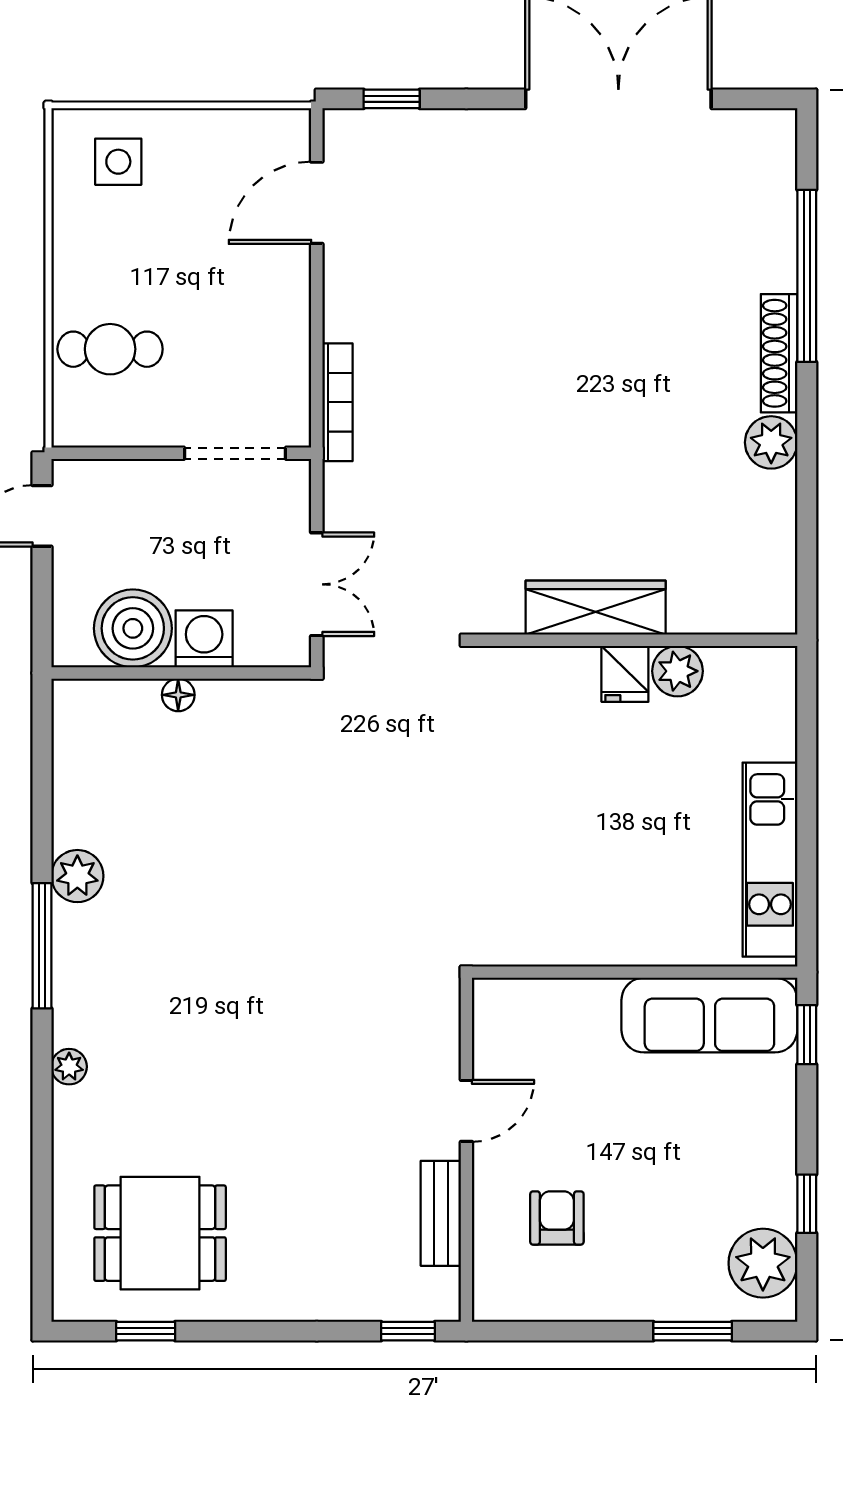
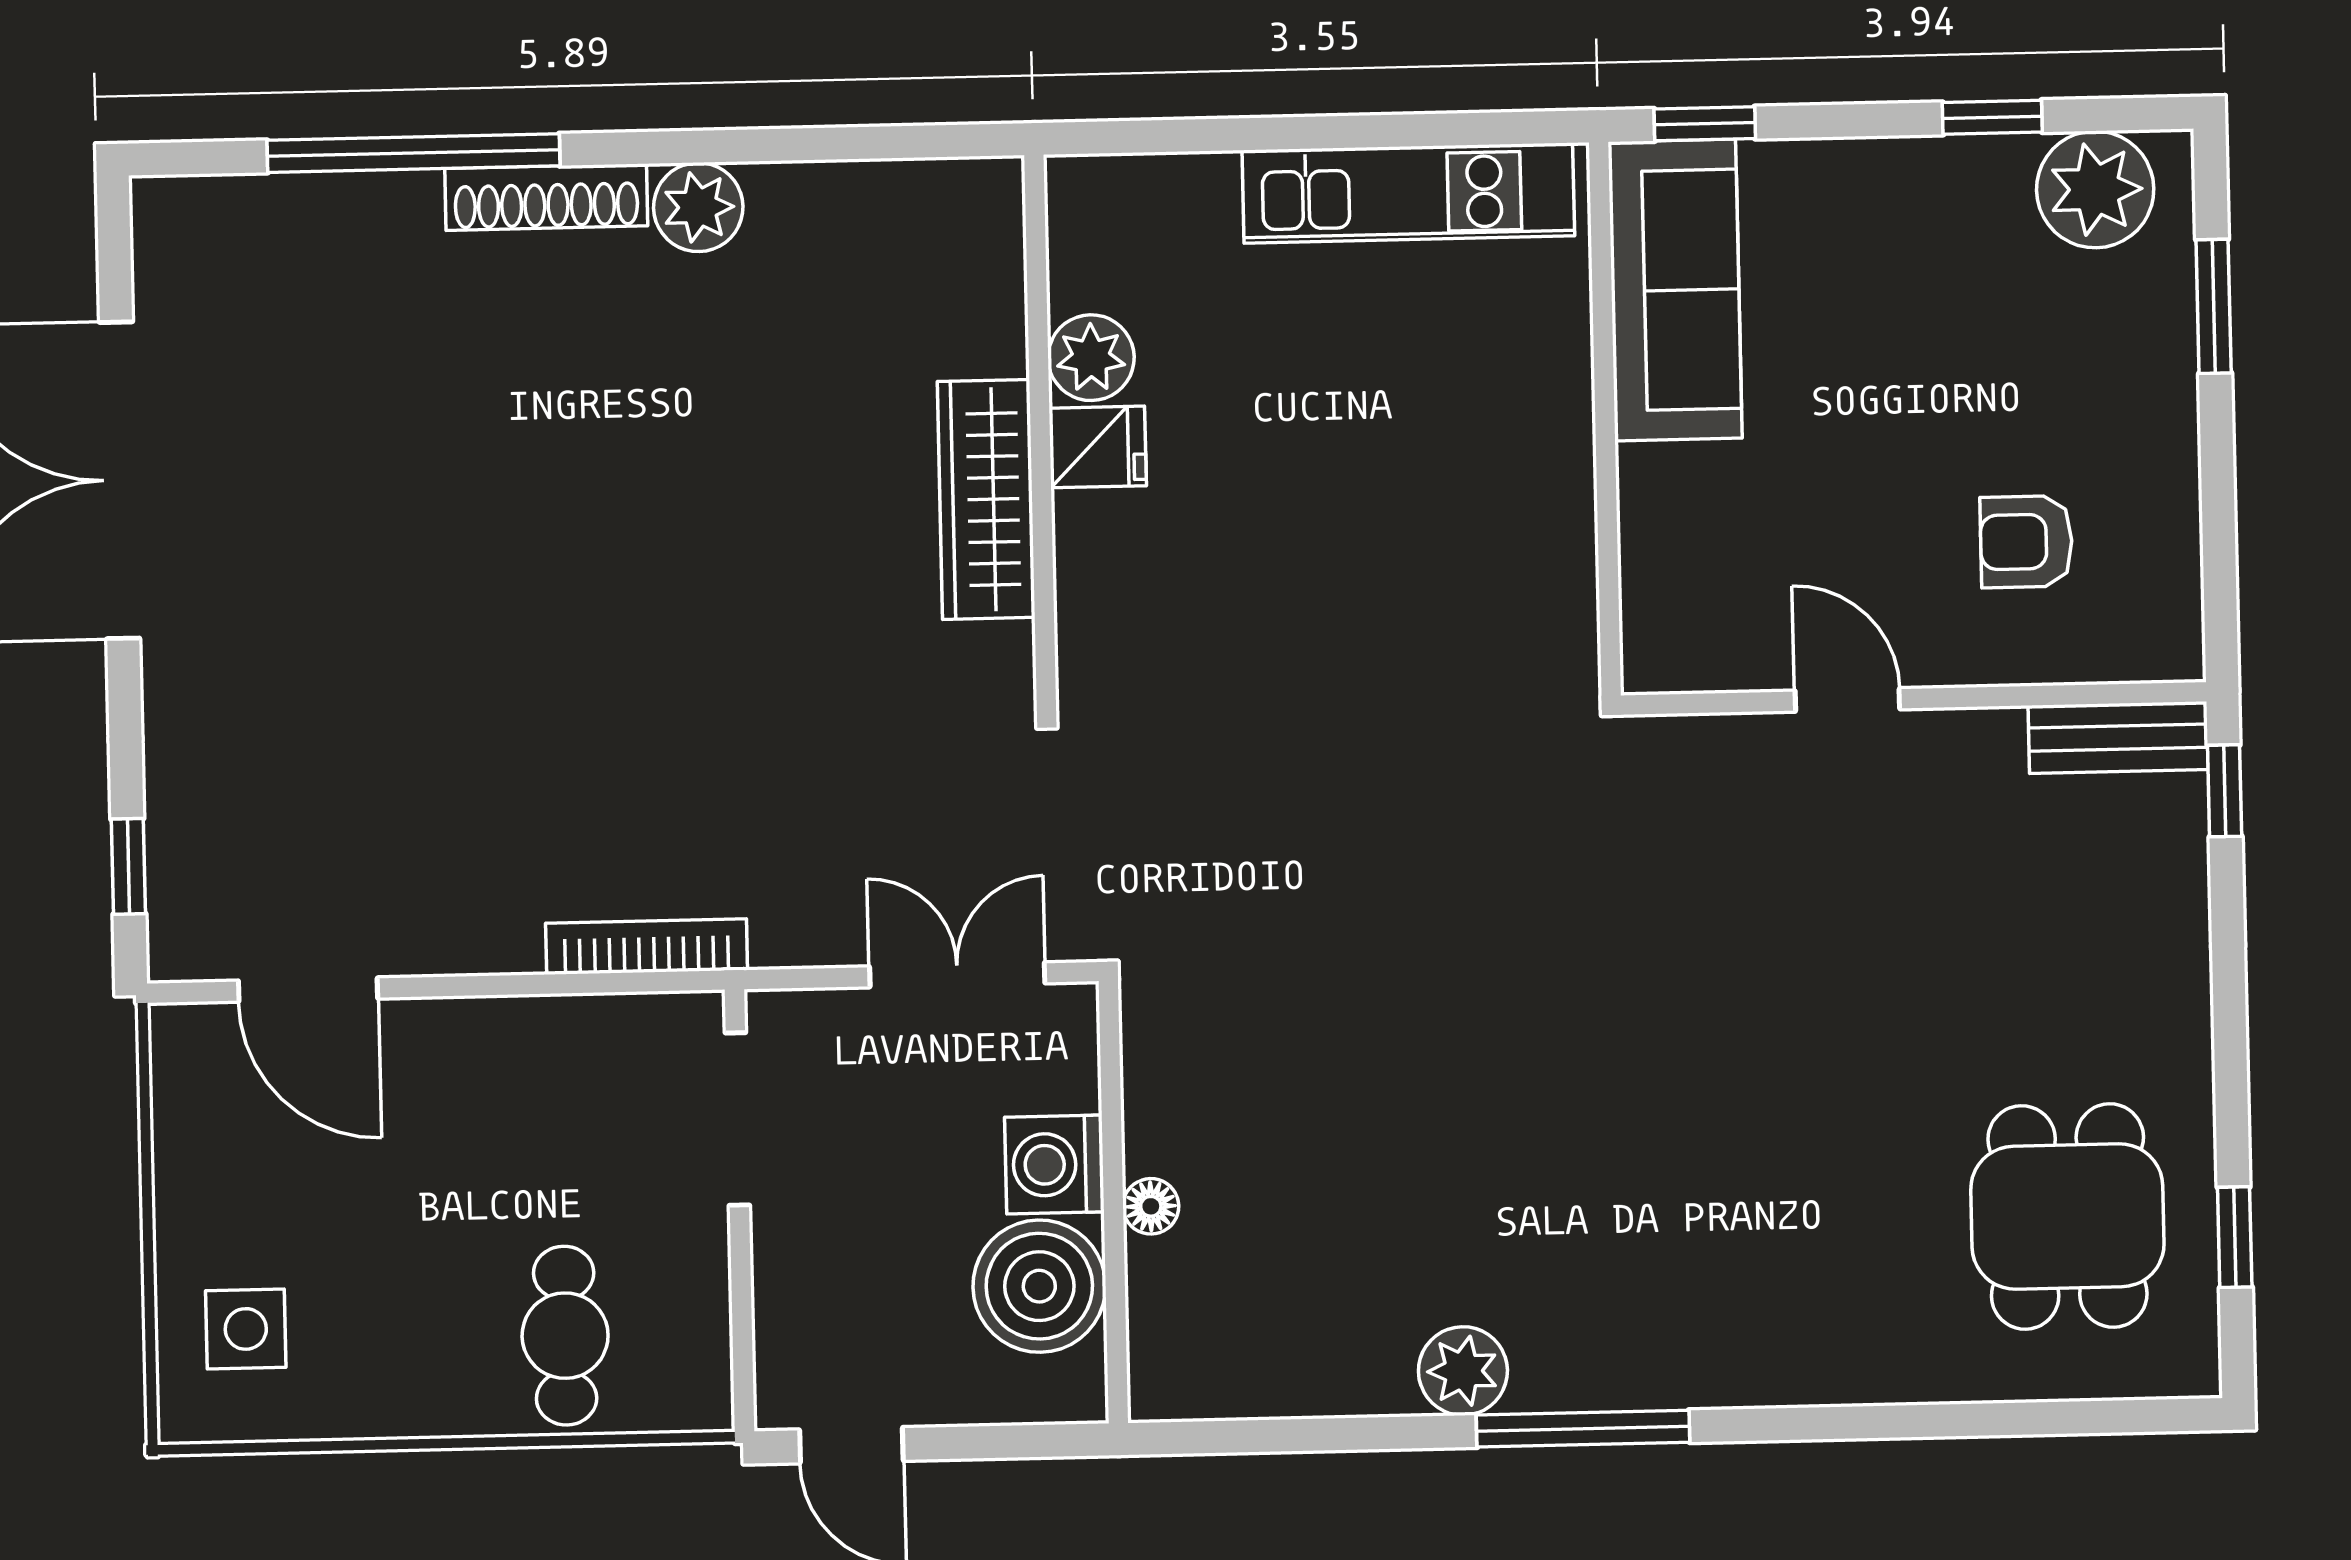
plant: (69, 1067) -> (1788, 1378), removed
bench: (441, 1213) -> (2118, 737), moved

